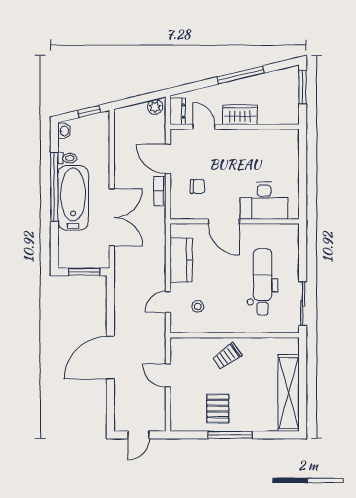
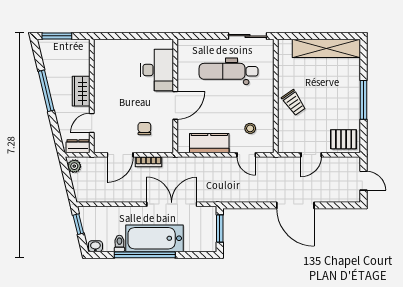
pallet: (218, 409) -> (344, 139), moved

